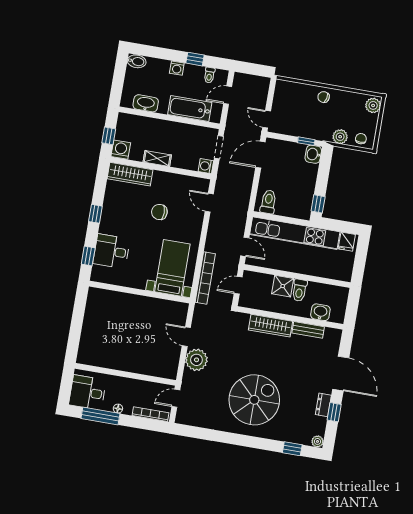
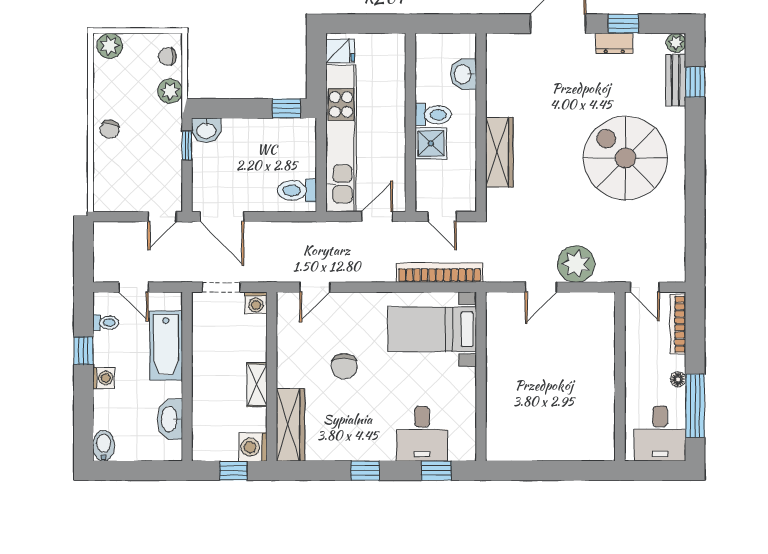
bench: (308, 330) -> (676, 80), moved

